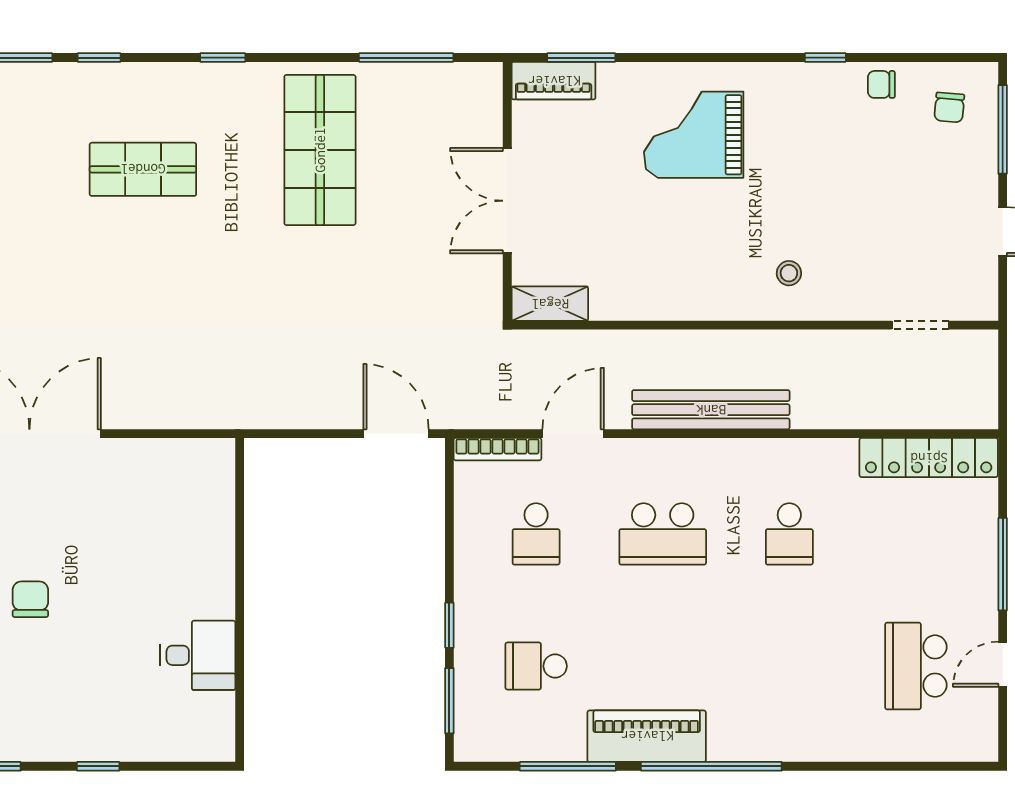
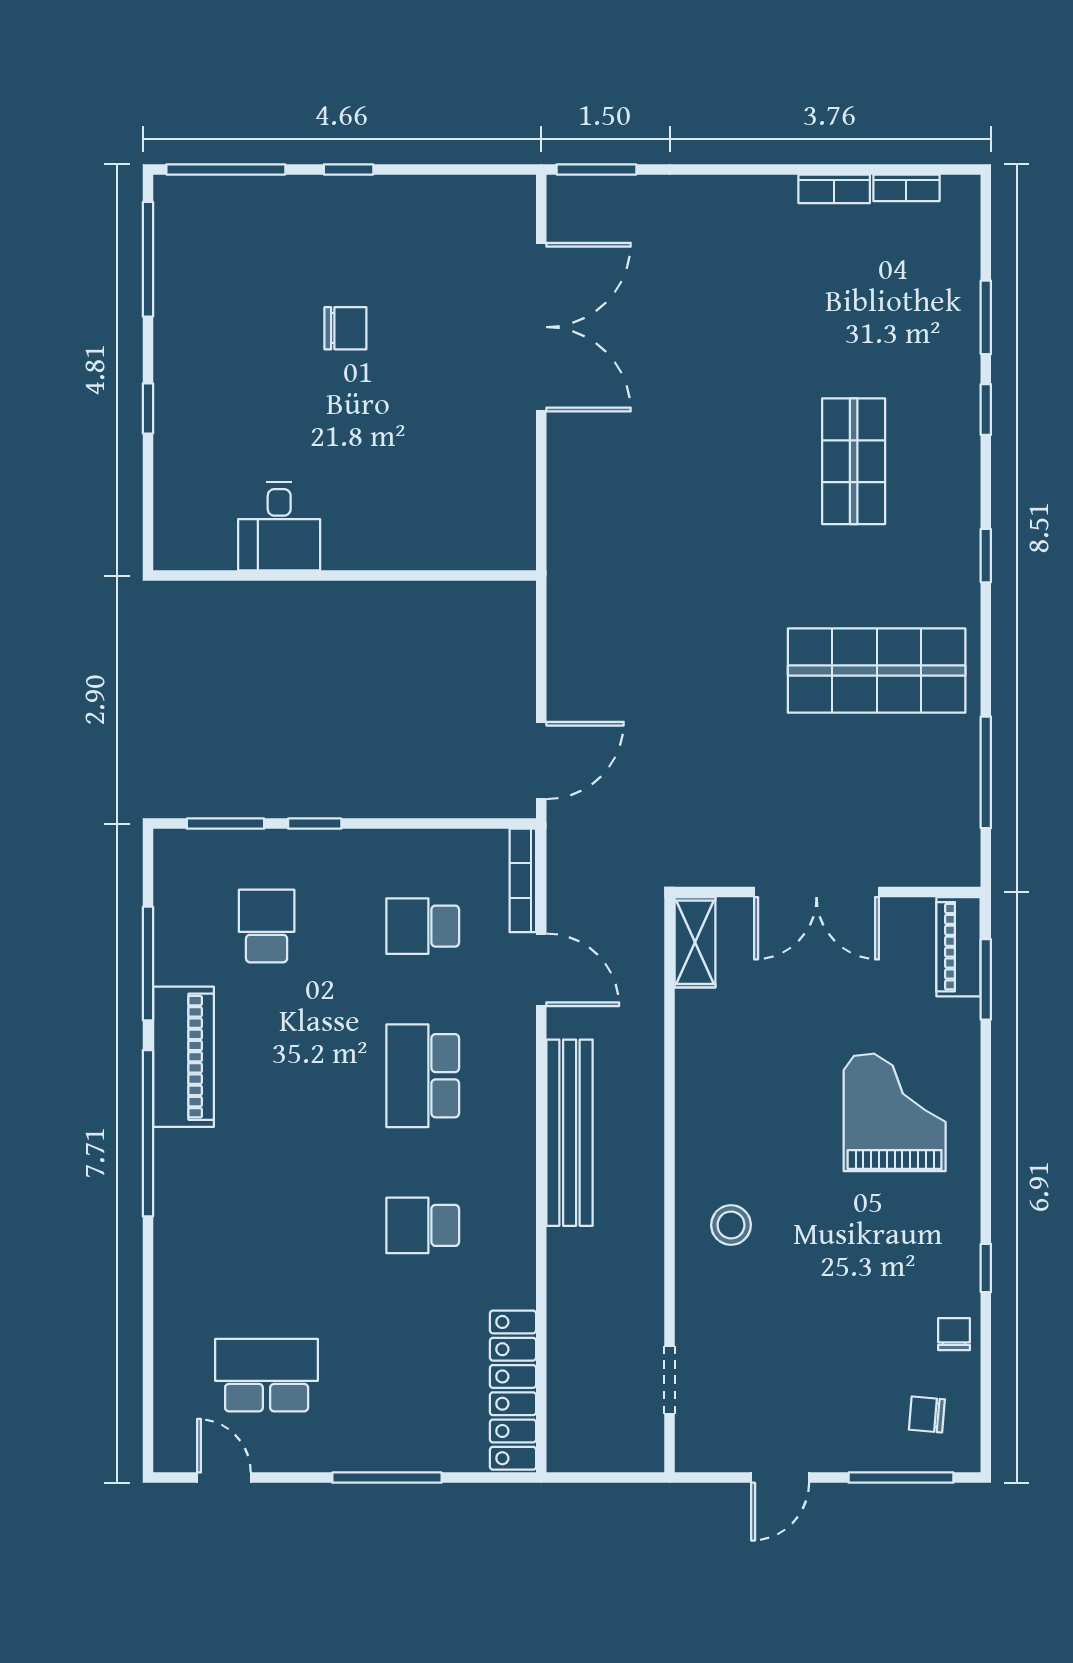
double door: (507, 201) -> (817, 892), swing flipped
stool: (789, 273) -> (731, 1225), width x1.37, depth x1.37
door: (1003, 664) -> (224, 1478), moved

